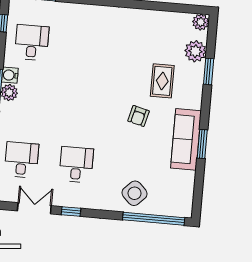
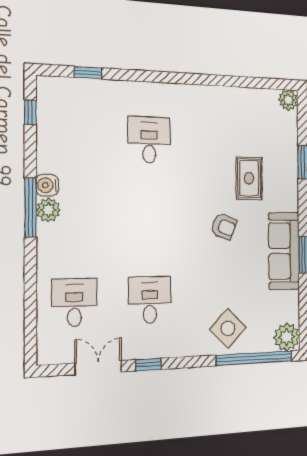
desk: (32, 42) -> (149, 140), moved
plant: (195, 51) -> (287, 337), moved
armchair: (138, 116) -> (224, 226), turned -83

